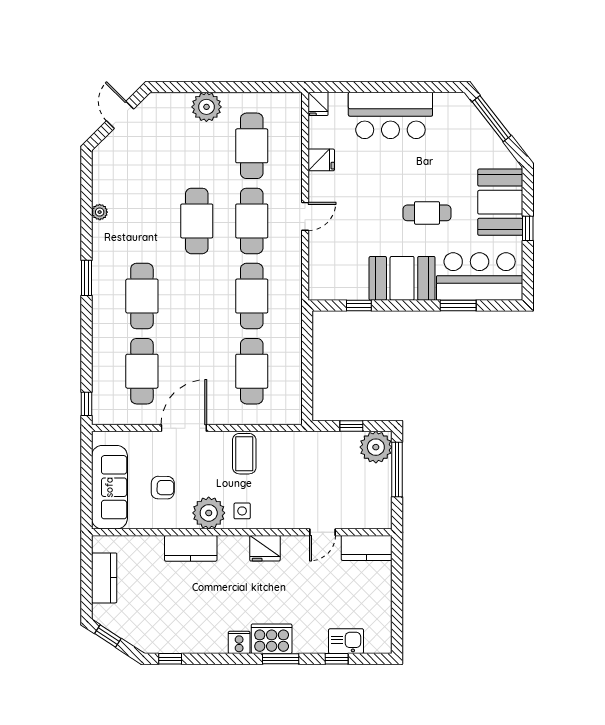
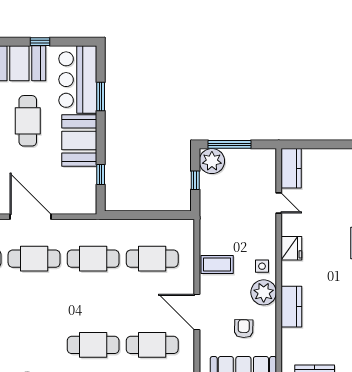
cafe table: (427, 213) -> (28, 121), width x1.37, depth x1.35
door: (305, 216) -> (31, 217), width x1.88
cafe table: (197, 221) -> (34, 302), removed

